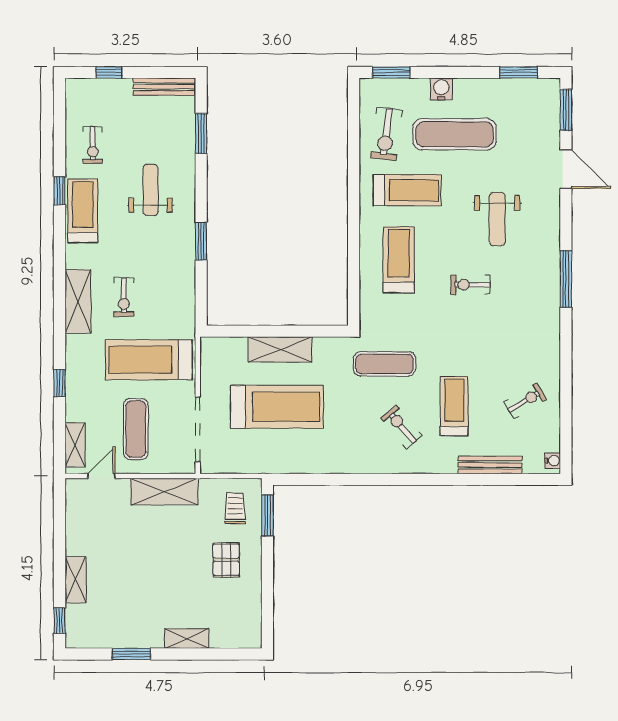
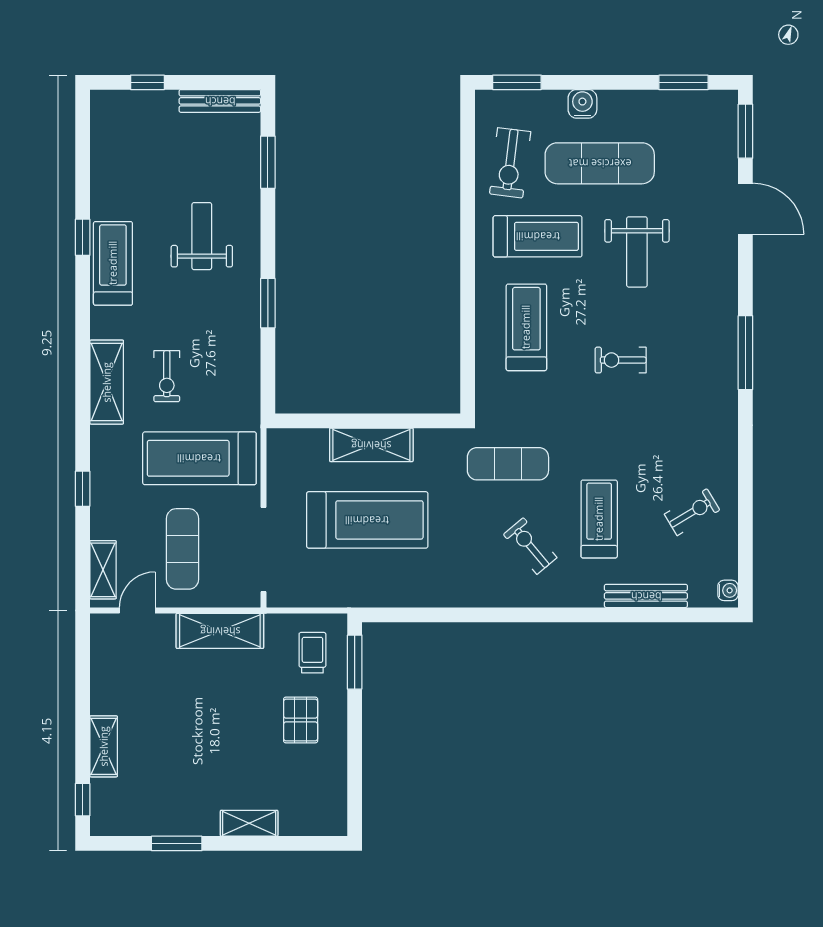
exercise bike: (93, 145) -> (126, 177), removed
weight bench: (497, 219) -> (637, 252), moved

